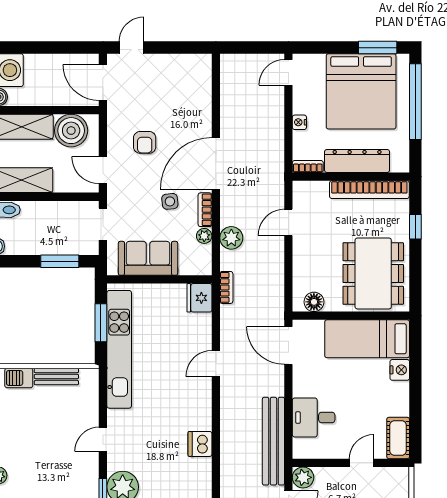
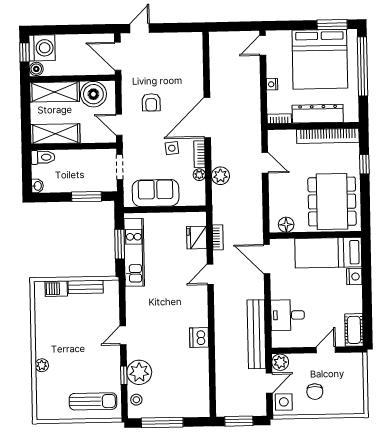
door: (288, 222) -> (265, 163), swing flipped
bookcase: (226, 287) -> (218, 237), moved
fridge: (199, 298) -> (197, 238), moved
kitchen unit: (119, 349) -> (134, 252), width x0.73

